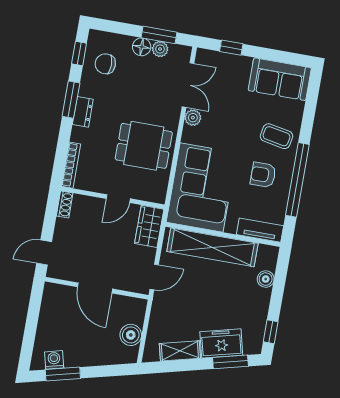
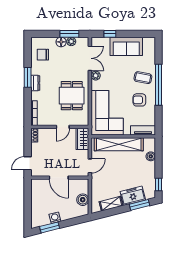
window: (79, 54) -> (28, 52), removed
sofa: (280, 79) -> (126, 46), moved
dining table: (144, 146) -> (72, 96), turned 90
window: (297, 180) -> (159, 85), moved
washing machine: (54, 360) -> (55, 218), moved

